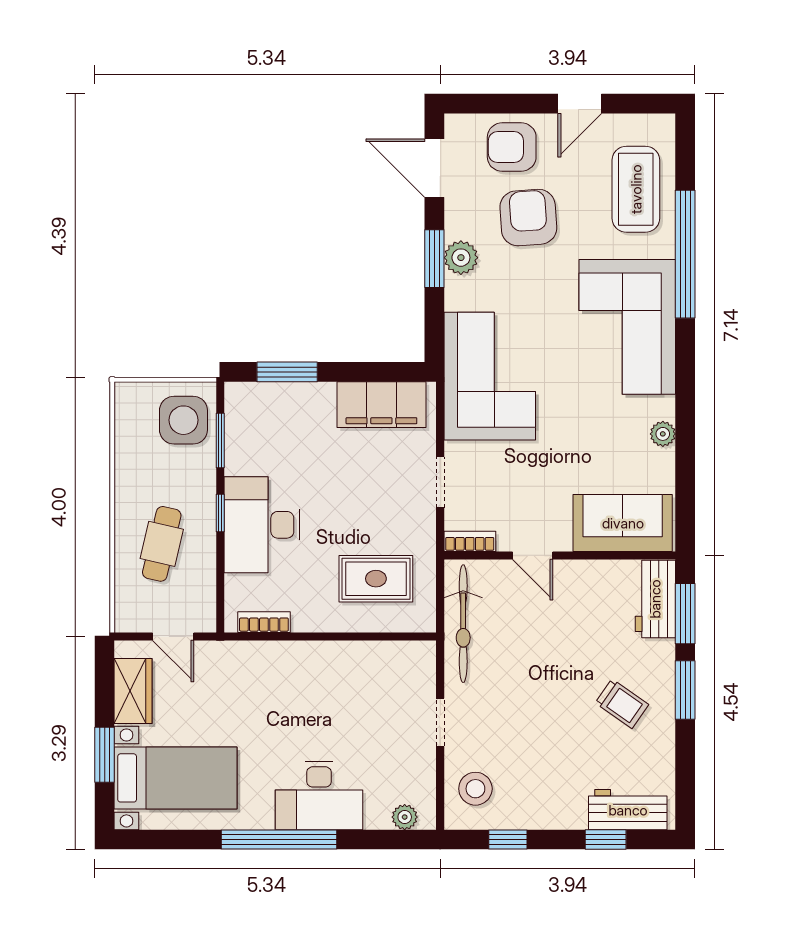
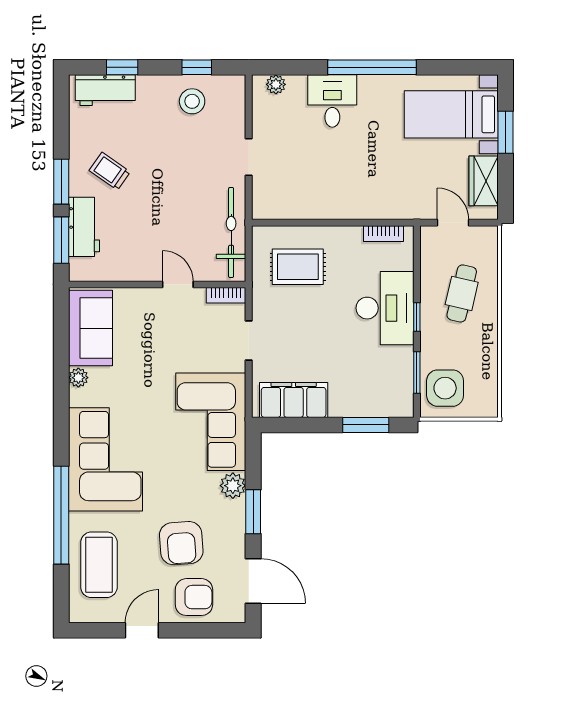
plant: (461, 258) -> (233, 486), moved
sofa: (623, 523) -> (91, 328), moved, turned -90
workbench: (655, 599) -> (84, 227), moved
stool: (475, 789) -> (192, 101), moved
desk: (319, 795) -> (332, 101), width x0.73

